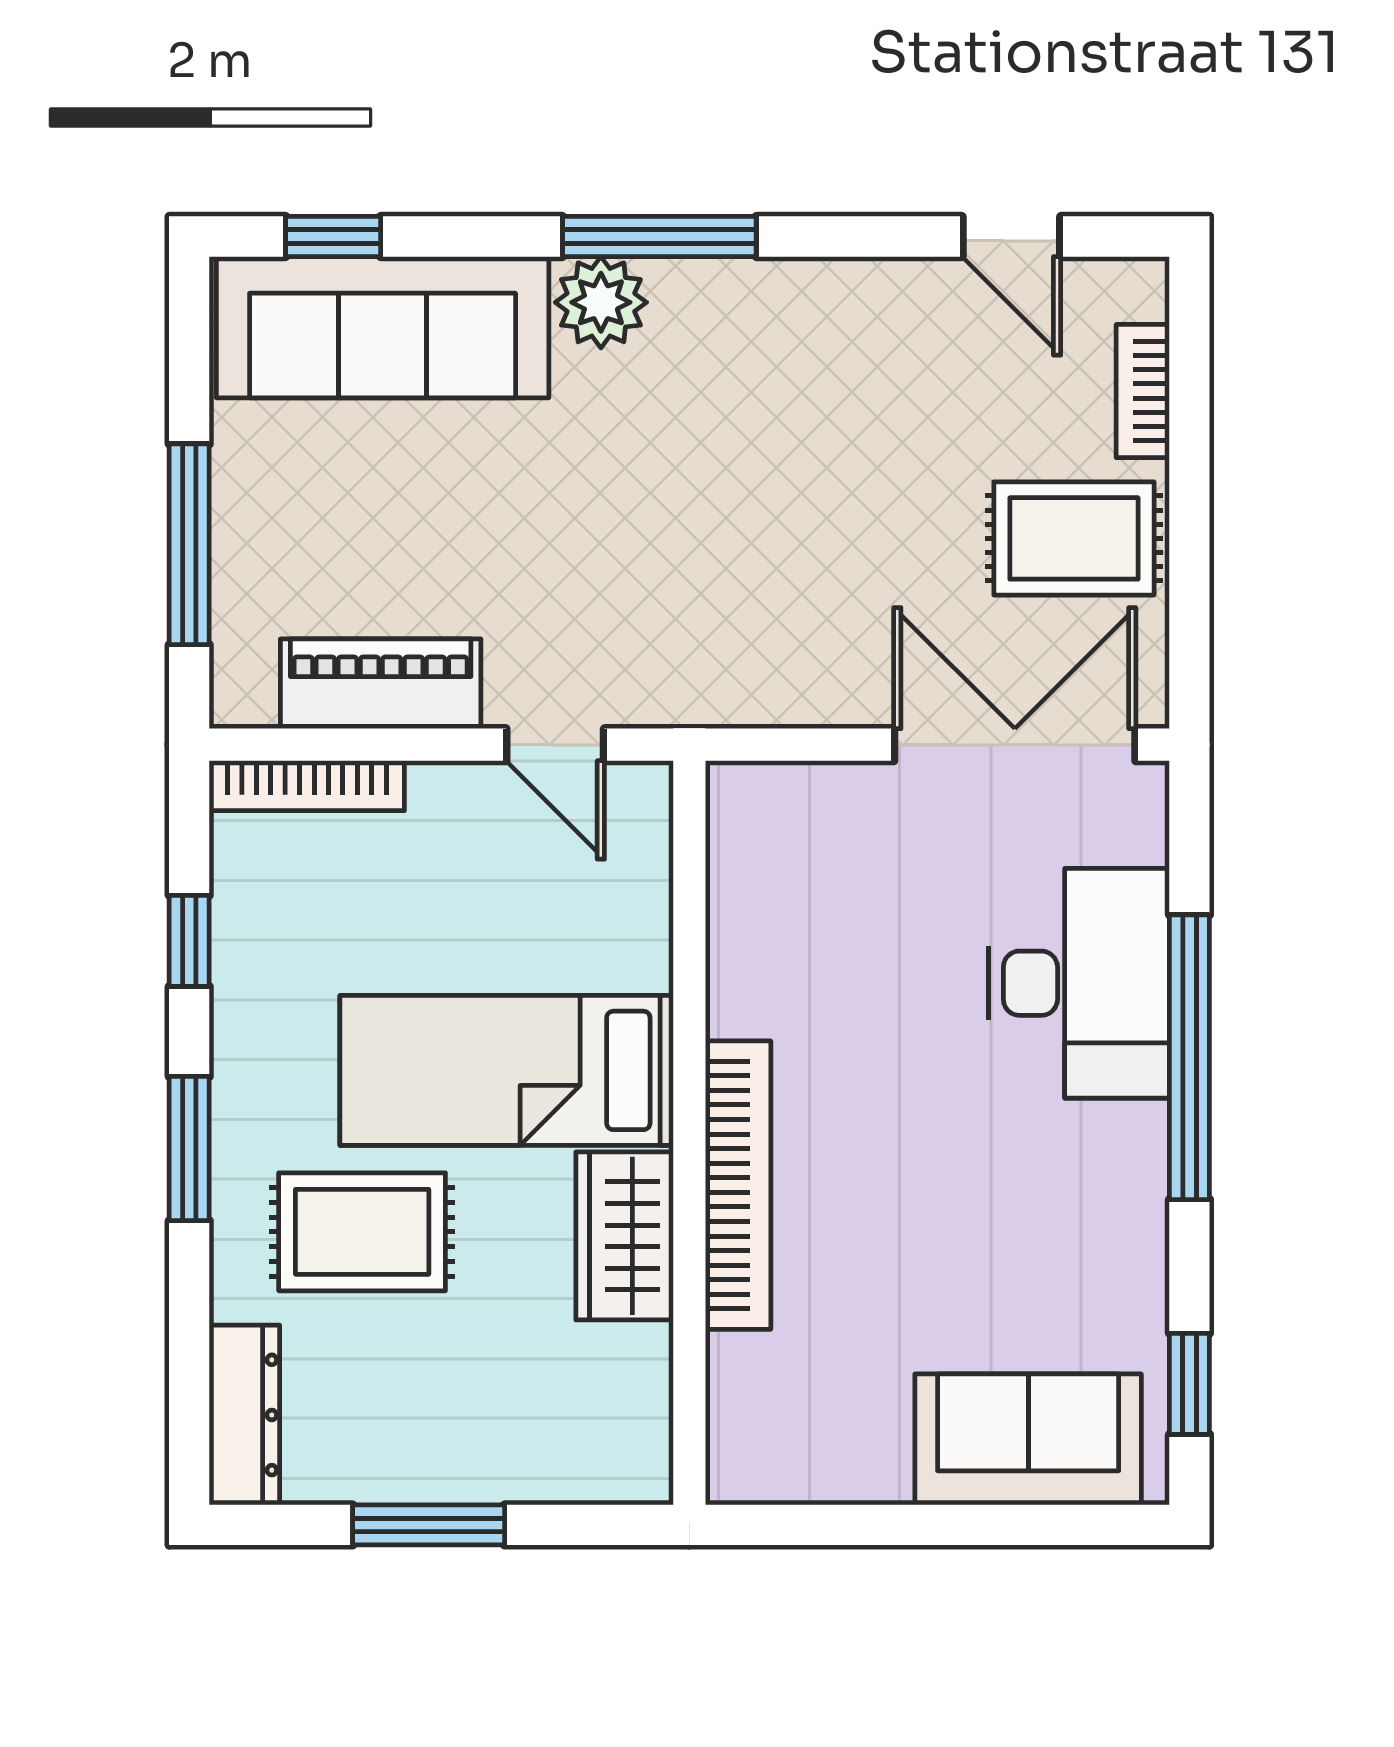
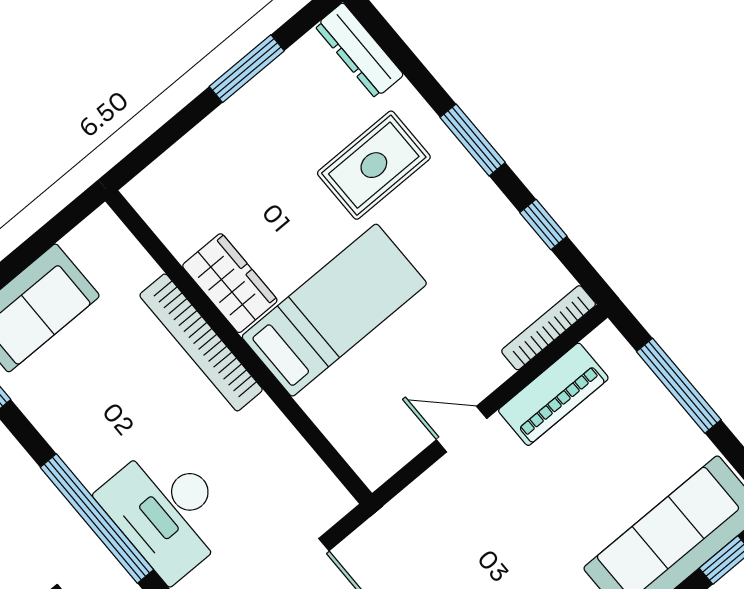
bed: (507, 1070) -> (334, 310), moved
wall: (689, 1133) -> (239, 347), moved
bookcase: (738, 1185) -> (201, 342), moved
wardrobe: (625, 1236) -> (230, 283), moved

